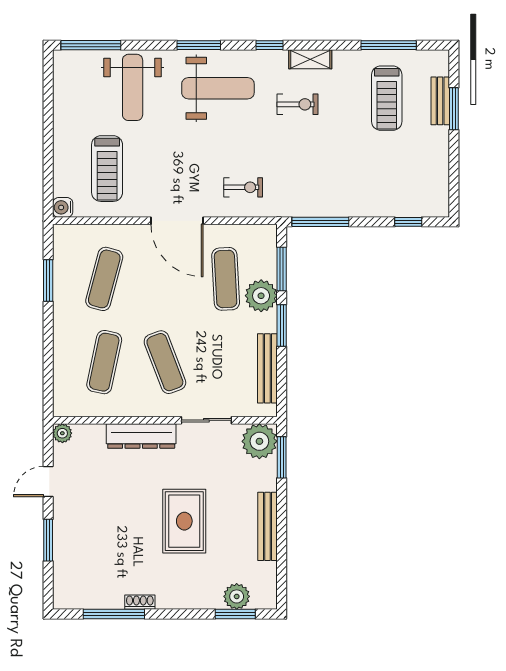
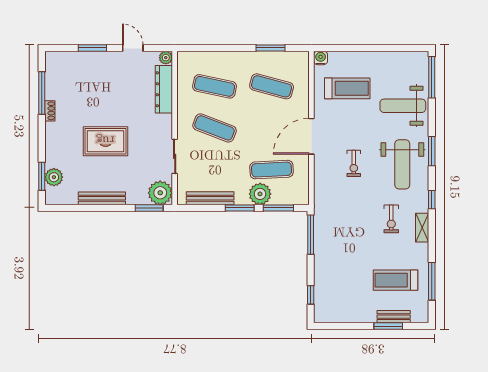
treadmill: (107, 169) -> (347, 88), turned 180
exercise bike: (243, 187) -> (354, 163), moved
exercise mat: (165, 362) -> (215, 128), turned 42
dresser: (141, 436) -> (164, 89), moved

